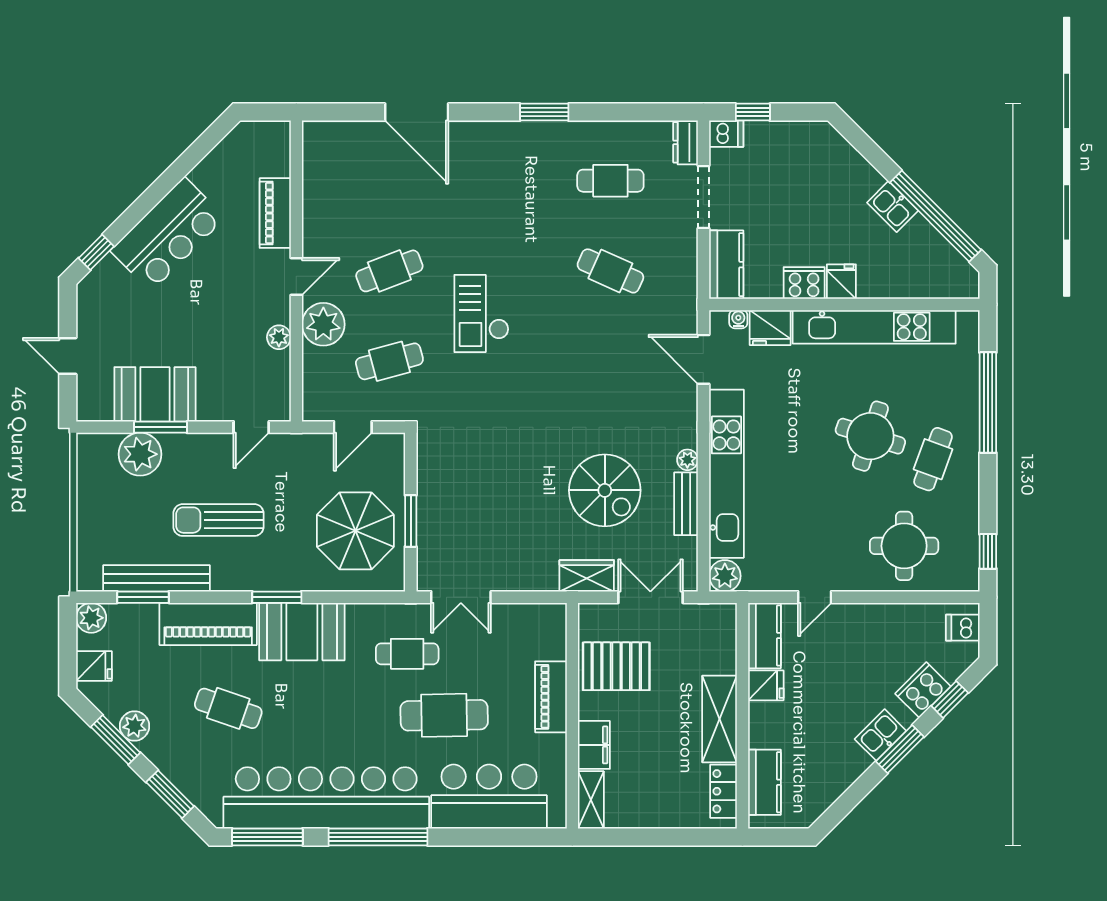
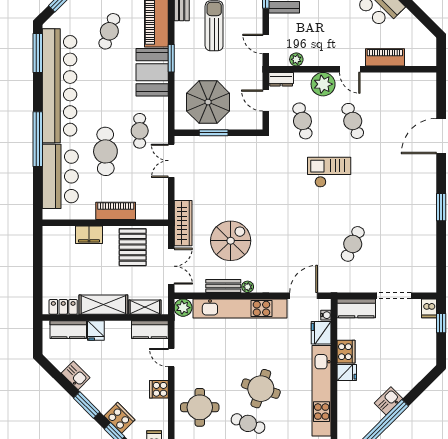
dresser: (686, 142) -> (281, 79), moved, turned 180
cafe table: (610, 181) -> (403, 244), removed
plant: (279, 337) -> (296, 59), moved
spiral stairs: (605, 490) -> (231, 241), turned 180
wardrobe: (587, 576) -> (183, 223), width x1.50
cooker: (872, 619) -> (159, 389), added
fridge: (766, 685) -> (96, 330), moved
kitchen sink: (880, 735) -> (76, 375), moved
shelving: (591, 800) -> (145, 307), moved
window: (378, 837) -> (38, 139), moved

